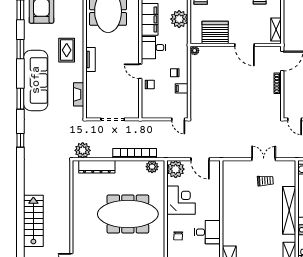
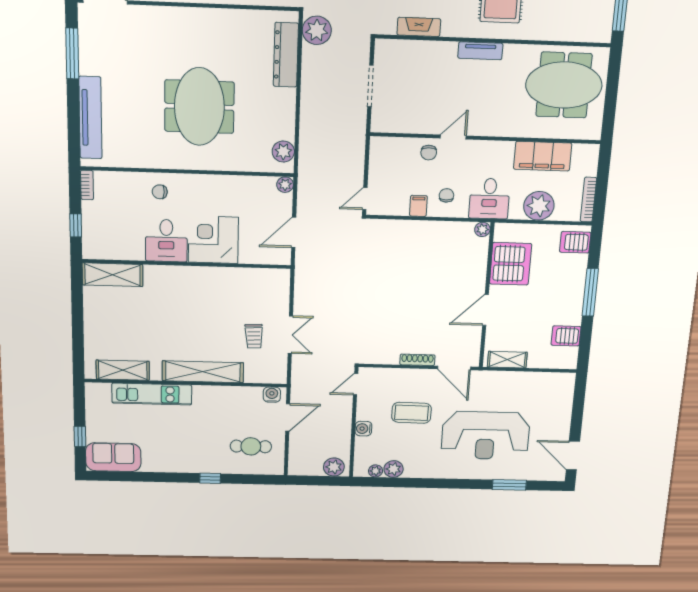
desk: (153, 48) -> (489, 199), moved, turned 180
bookcase: (135, 153) -> (308, 122), removed
plant: (176, 169) -> (285, 185), width x0.53, depth x0.53
corner desk: (181, 200) -> (213, 240), moved, turned 180
meeting table: (128, 214) -> (199, 107), width x0.73

